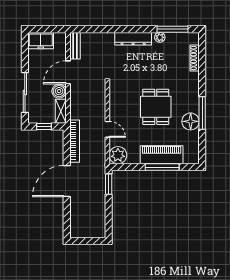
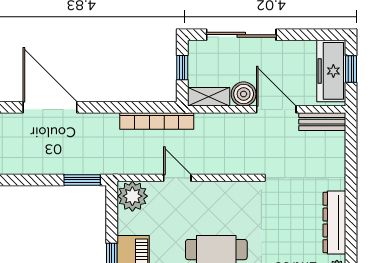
window: (45, 29) -> (351, 69), added
freezer: (41, 41) -> (331, 71), width x1.40
door: (107, 129) -> (177, 178), swing flipped
door: (67, 181) -> (50, 107), moved

